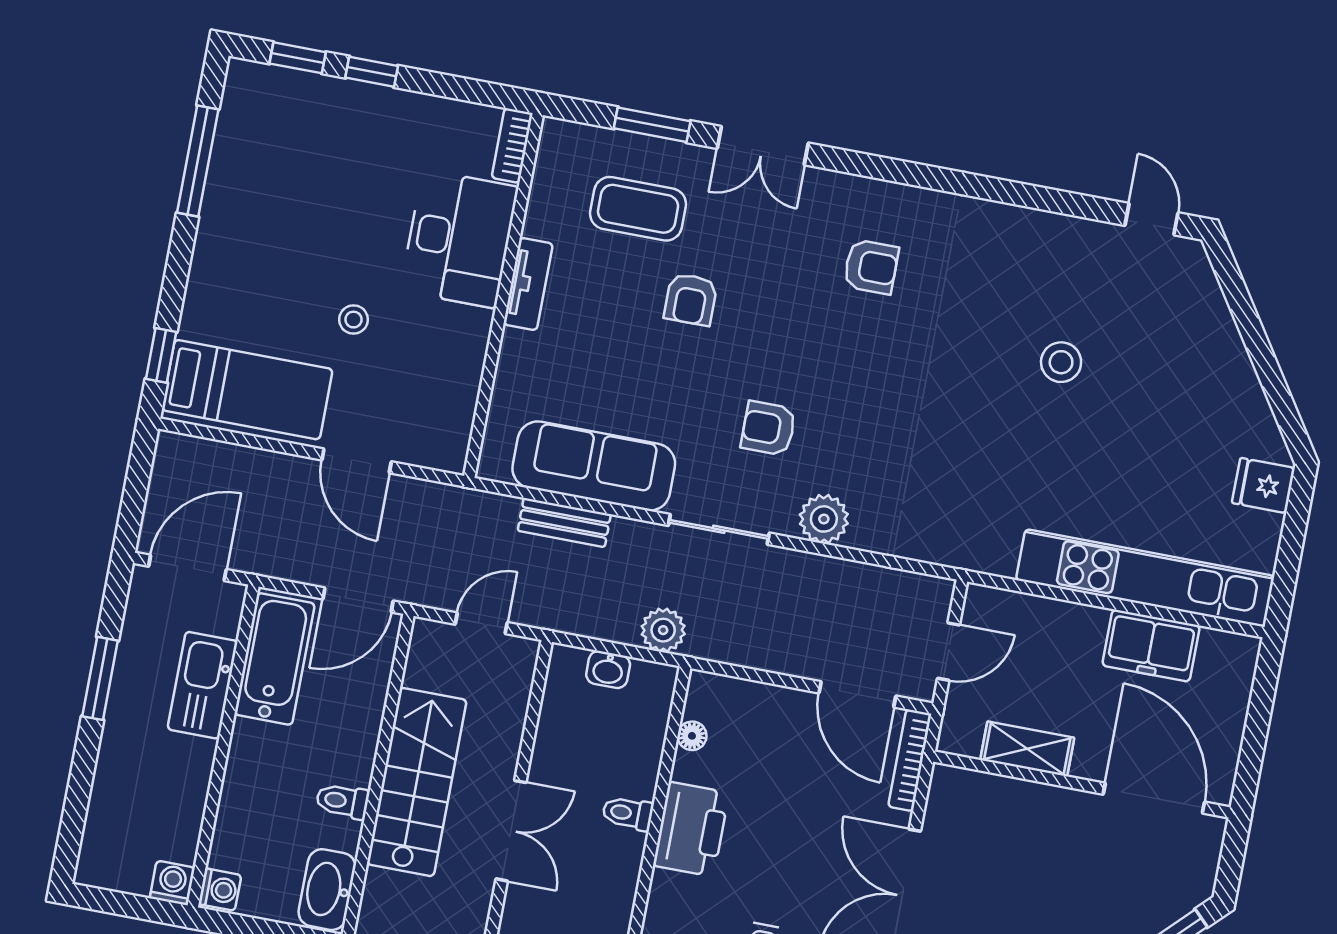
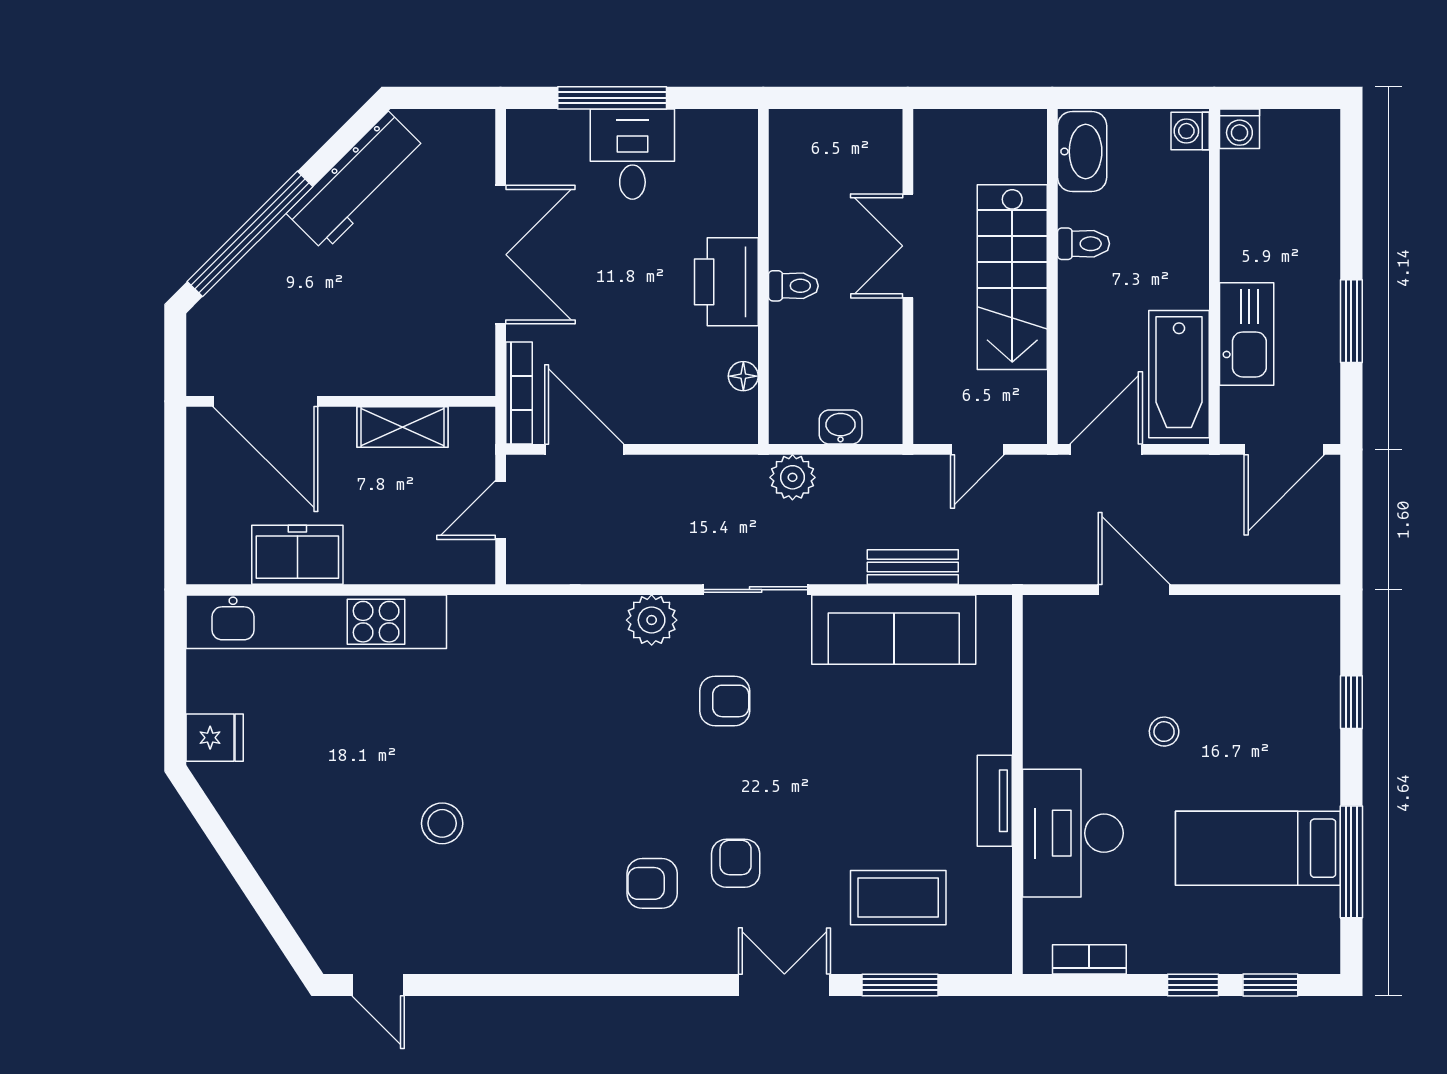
bookcase: (512, 146) -> (1089, 959), moved, turned -90
armchair: (691, 299) -> (736, 863), moved
window: (161, 355) -> (1351, 702), moved
bed: (247, 390) -> (1258, 848), moved

